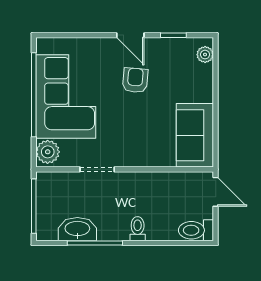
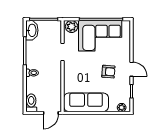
door: (130, 35) -> (132, 69), swing flipped
sofa: (195, 135) -> (86, 102), width x1.36
washbasin: (77, 229) -> (32, 30), moved

